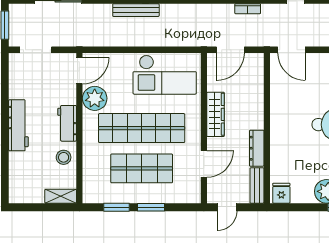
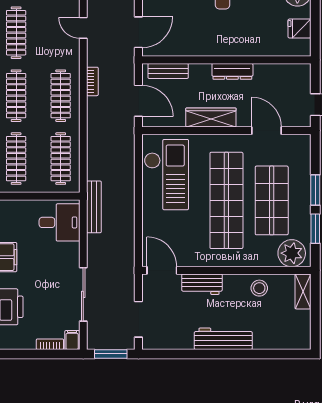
plant: (95, 98) -> (292, 253), moved
workbench: (67, 123) -> (202, 284), moved
dresser: (257, 148) -> (232, 71), moved
bench: (257, 185) -> (168, 71), moved
fridge: (281, 193) -> (300, 28), moved

